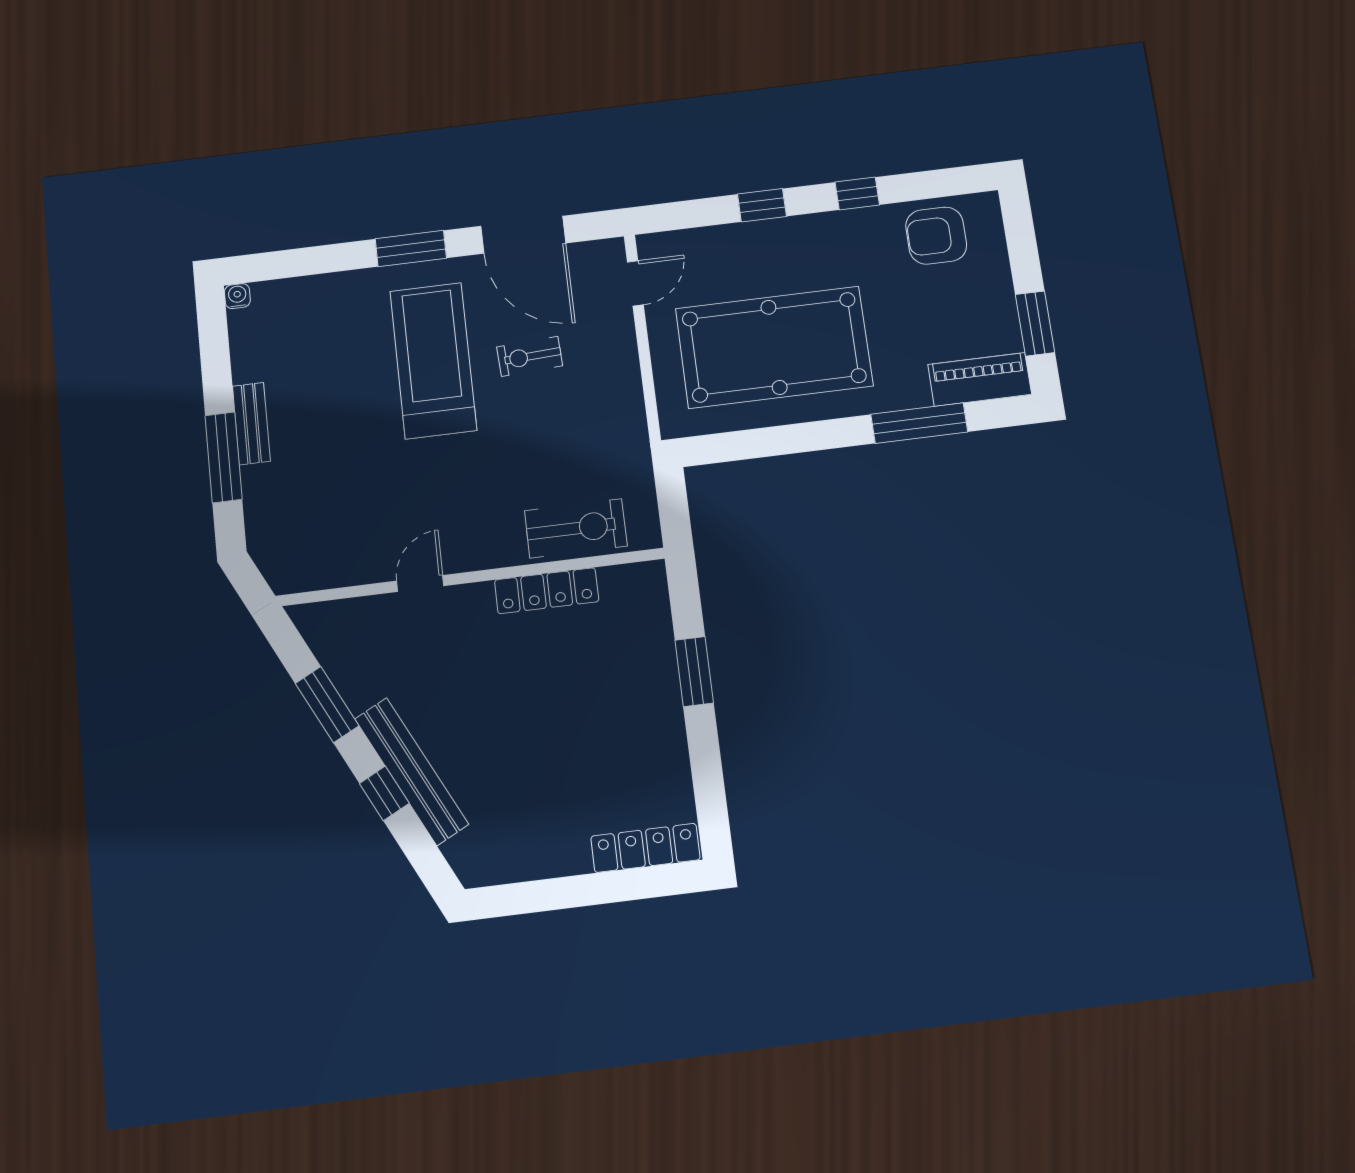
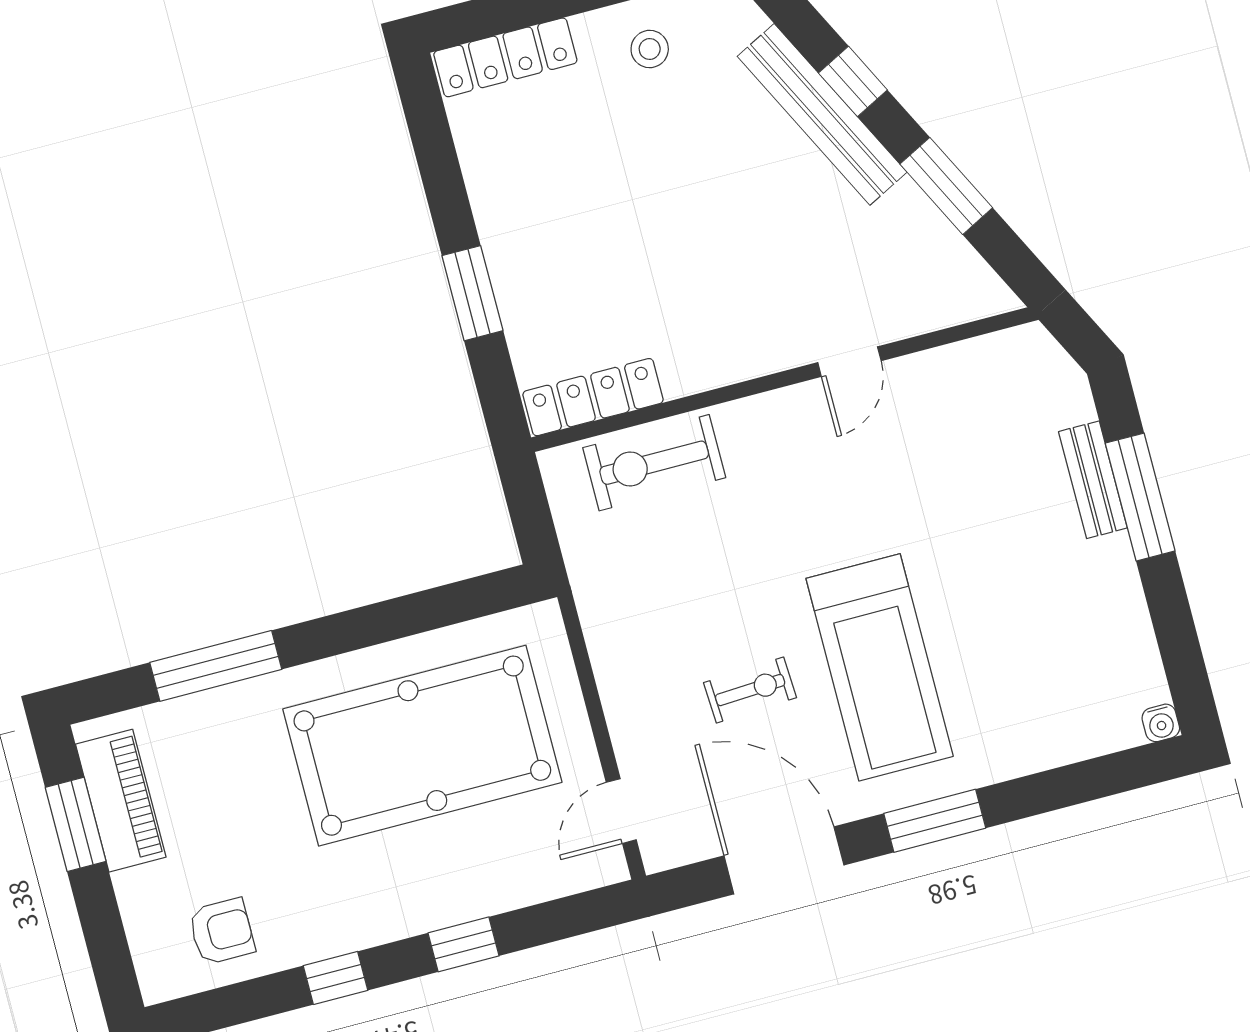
armchair: (936, 236) -> (222, 931), width x0.72, depth x0.72
piano: (980, 379) -> (121, 801), moved, turned -90
bench: (251, 424) -> (1093, 480), moved
locker: (547, 591) -> (593, 397), moved
stool: (534, 839) -> (650, 49), added

